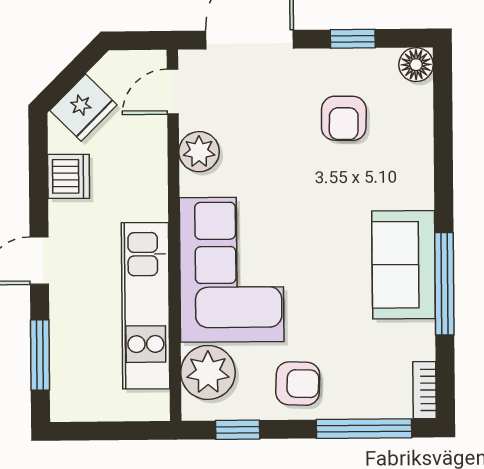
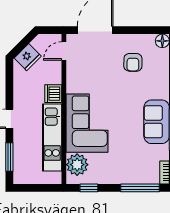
window: (353, 39) -> (137, 30), removed
plant: (199, 152) -> (74, 75), removed
dishwasher: (69, 176) -> (53, 94), moved, turned 180
armchair: (298, 384) -> (113, 169), removed

